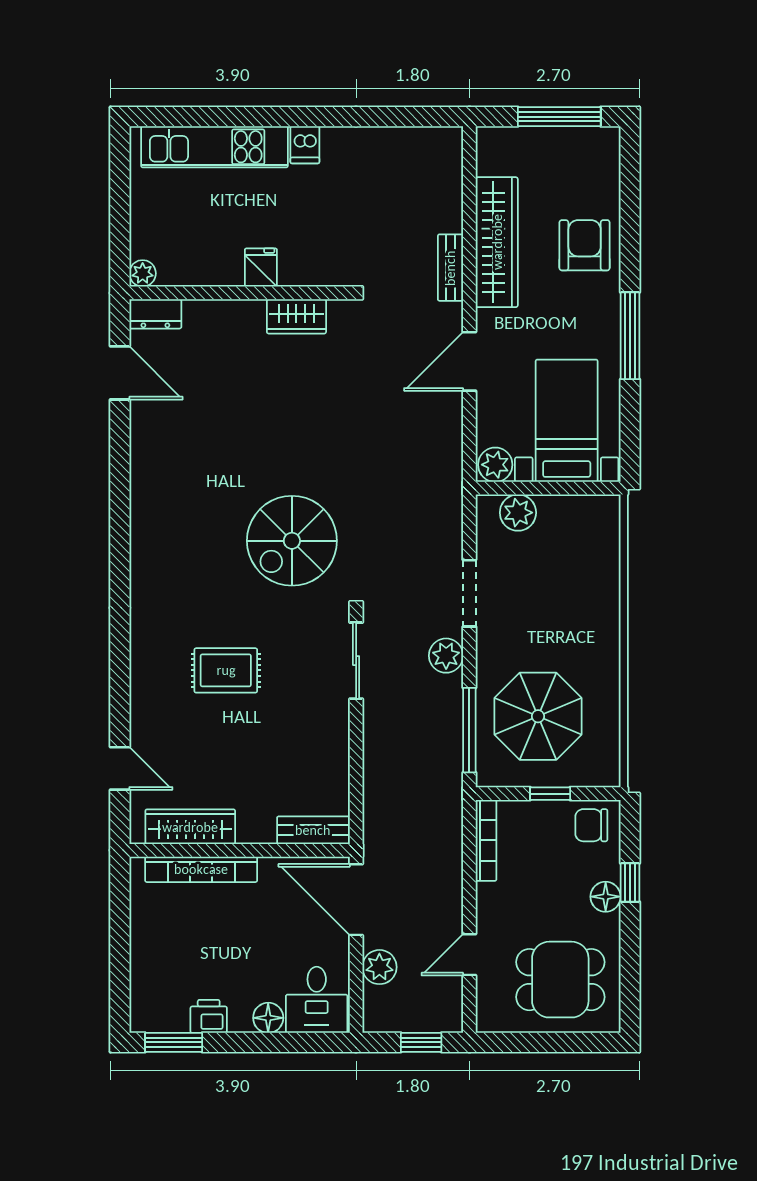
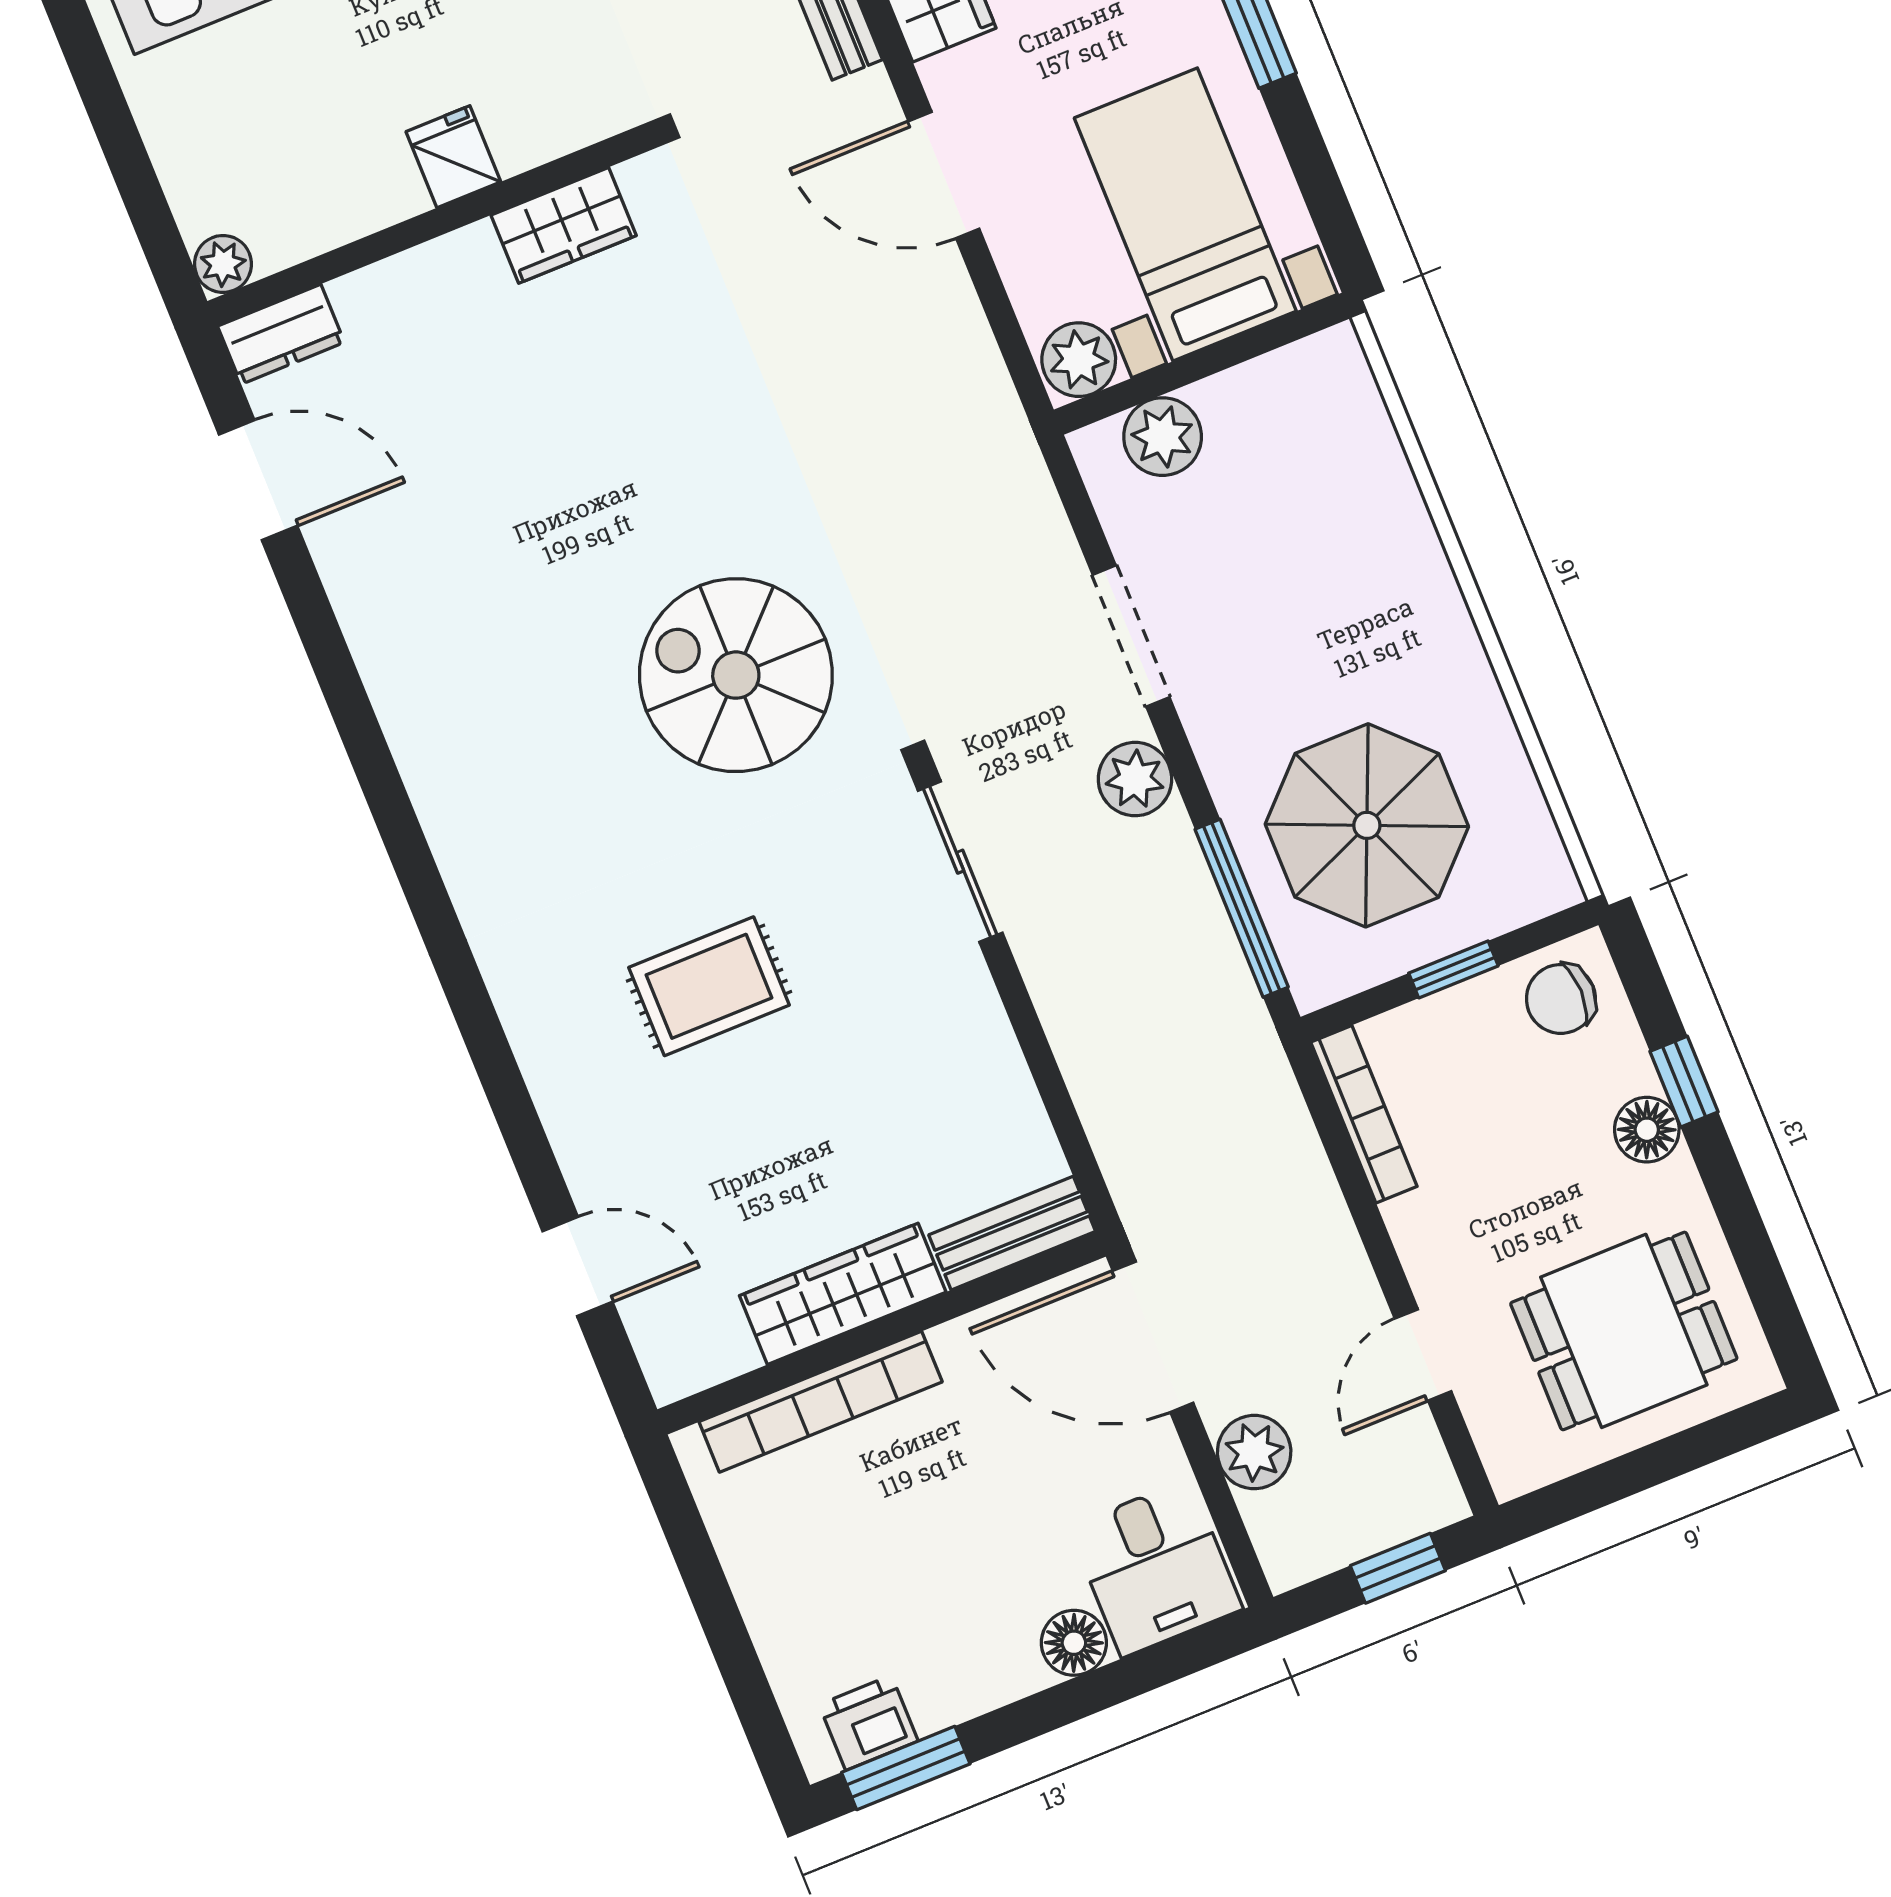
door: (469, 361) -> (944, 175), hinge flipped
spiral stairs: (292, 541) -> (736, 675), turned 90
wardrobe: (190, 827) -> (843, 1294), moved
printer: (209, 1016) -> (869, 1723), moved

